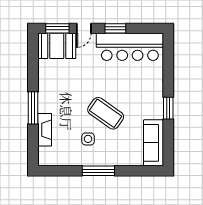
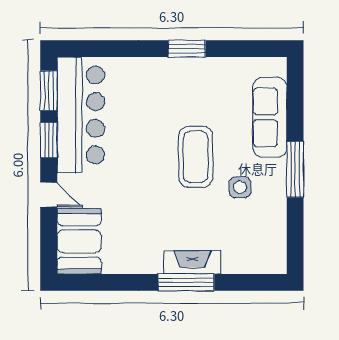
window: (57, 28) -> (49, 91), moved
coffee table: (106, 113) -> (196, 157), turned -35
fireplace: (45, 130) -> (192, 262), moved
sofa: (154, 143) -> (270, 117), moved, turned 90

